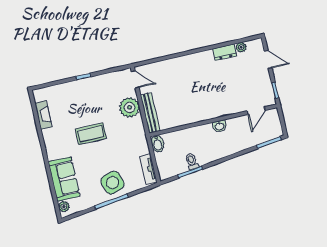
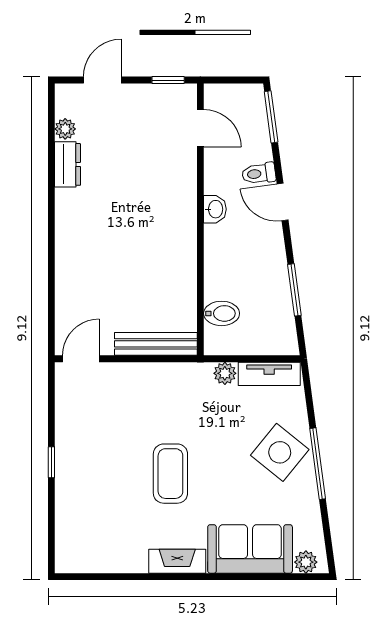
plant: (129, 107) -> (225, 373), moved, width x0.53, depth x0.53
fireplace: (43, 115) -> (177, 561), moved
bidet: (158, 144) -> (222, 313), moved
door: (230, 157) -> (283, 202), added
toilet: (192, 161) -> (259, 173), moved
side table: (113, 183) -> (280, 452), turned -33

